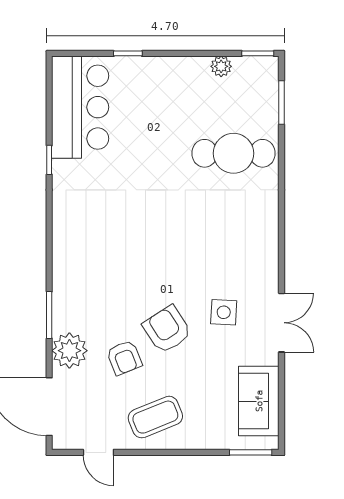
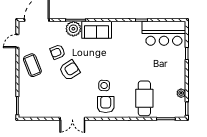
armchair: (248, 244) -> (106, 105), added
side table: (224, 312) -> (104, 85), moved
plant: (69, 351) -> (73, 29), moved
sofa: (259, 401) -> (97, 30), moved, turned 180

